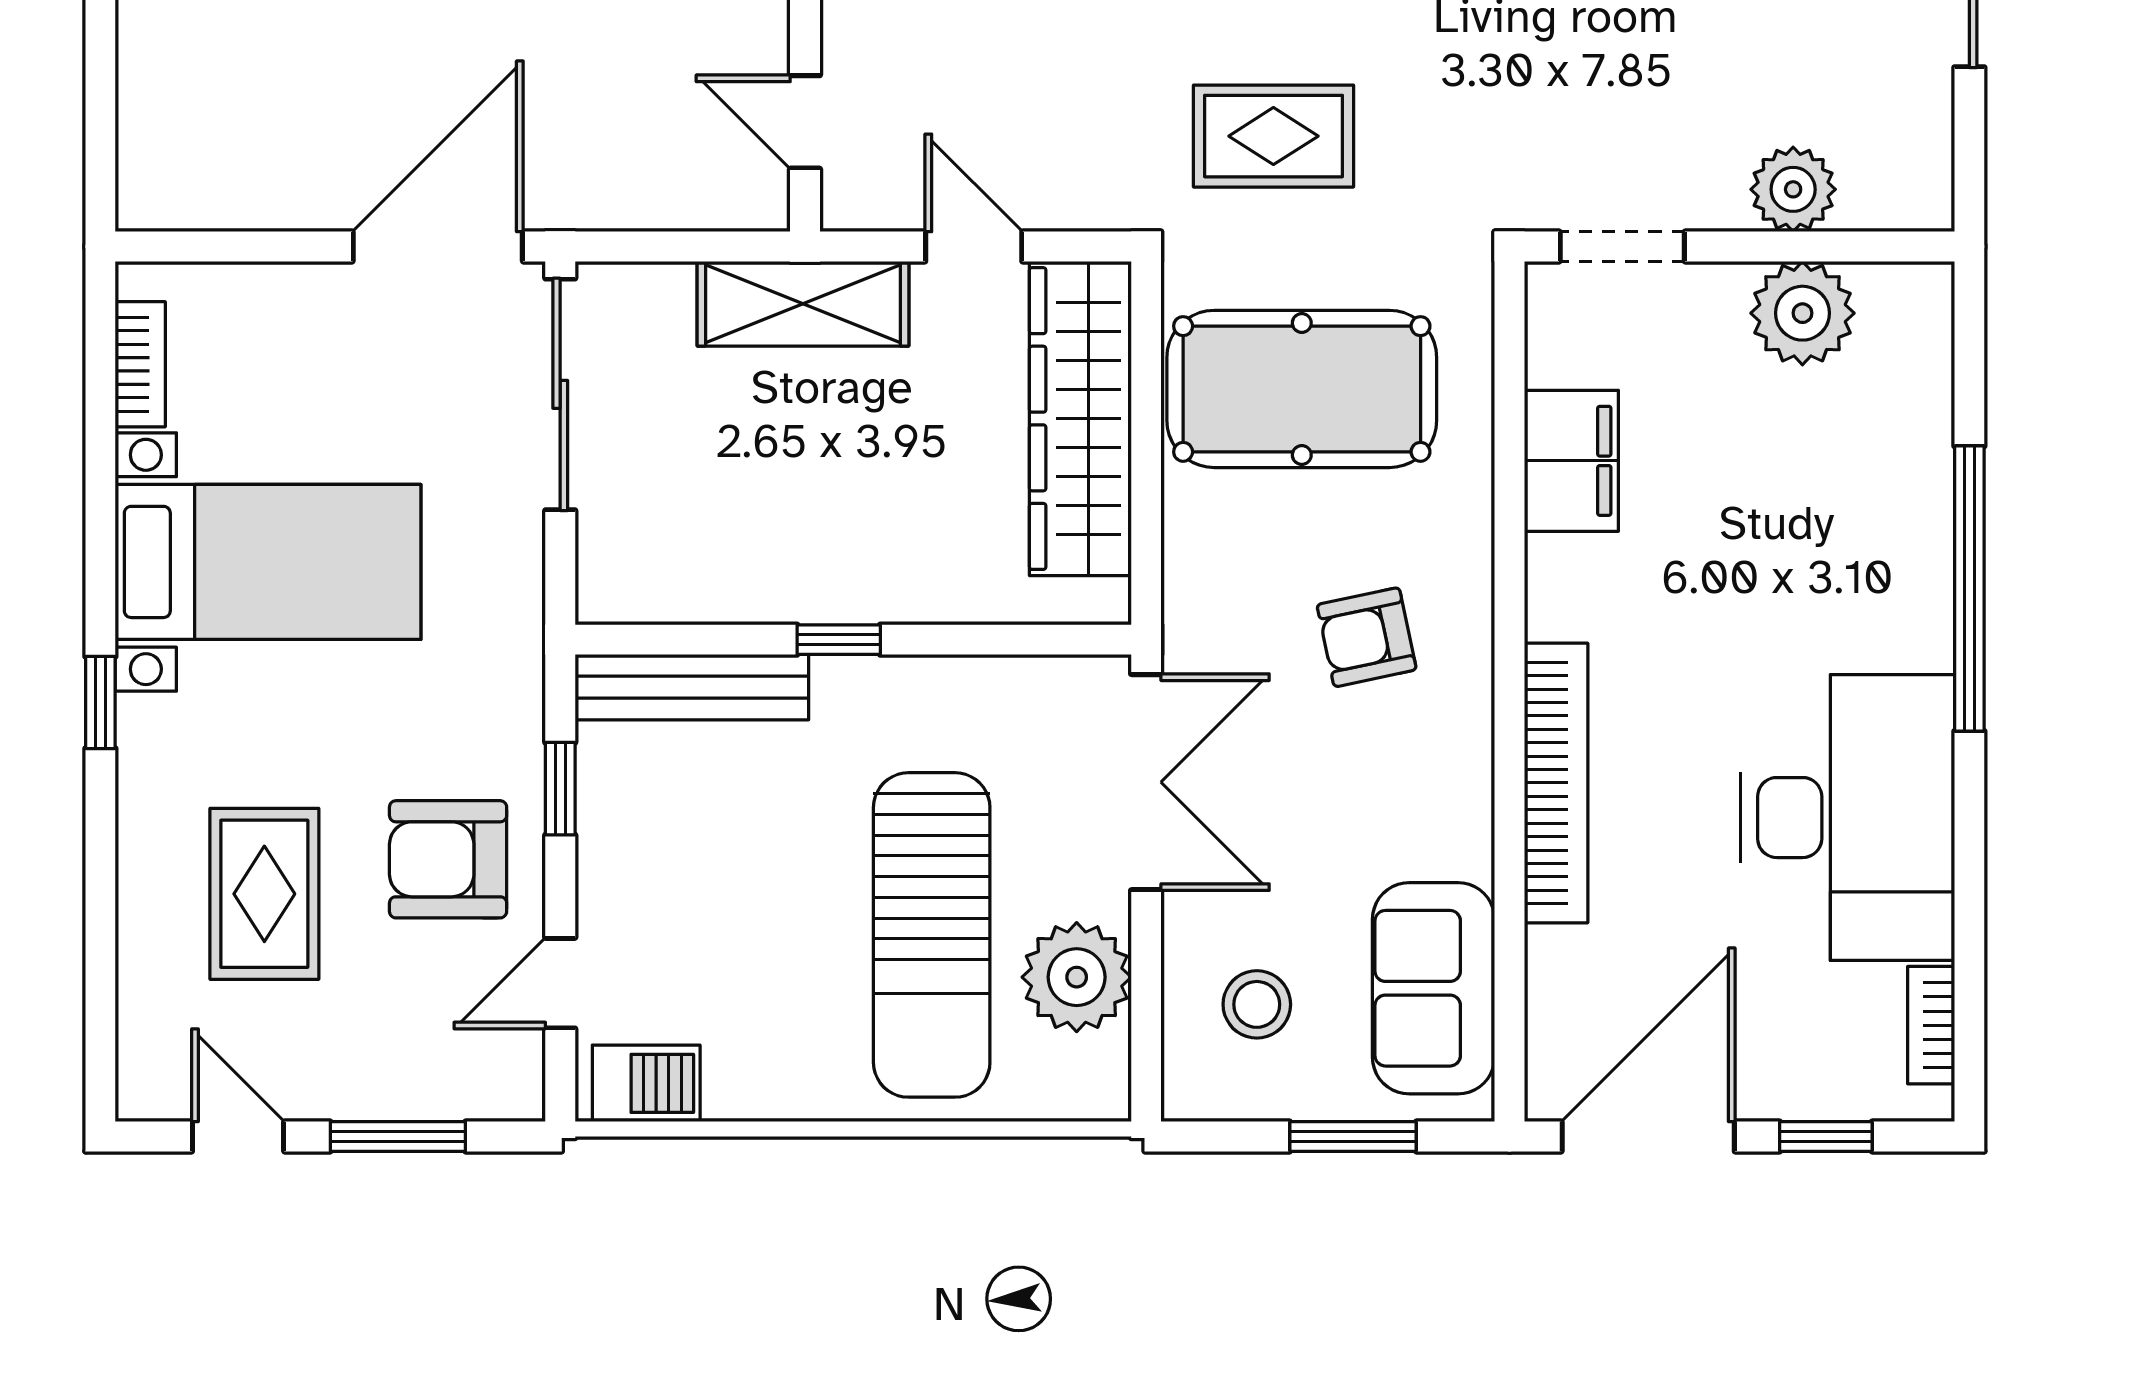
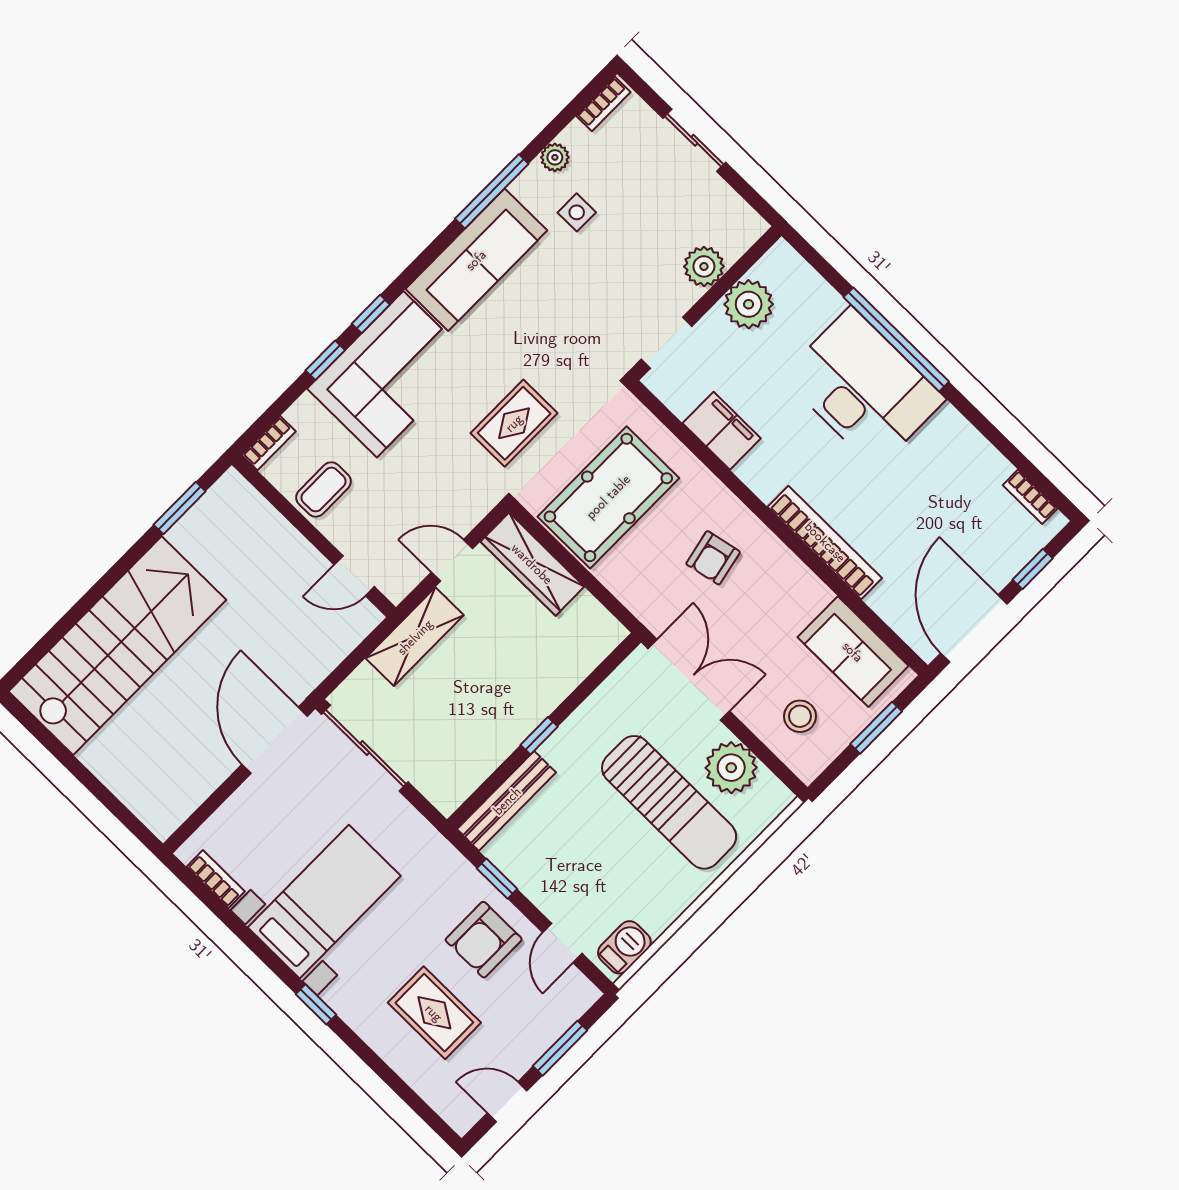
wardrobe: (1080, 419) -> (532, 564), width x0.71, depth x0.85
desk: (1847, 818) -> (863, 388), moved

